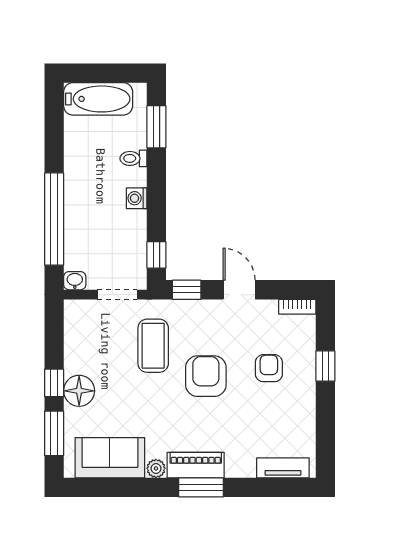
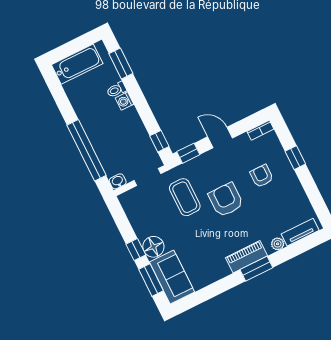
washing machine: (137, 198) -> (125, 101), moved
sofa: (110, 458) -> (172, 277), moved, turned 90
plant: (156, 468) -> (278, 244), moved

